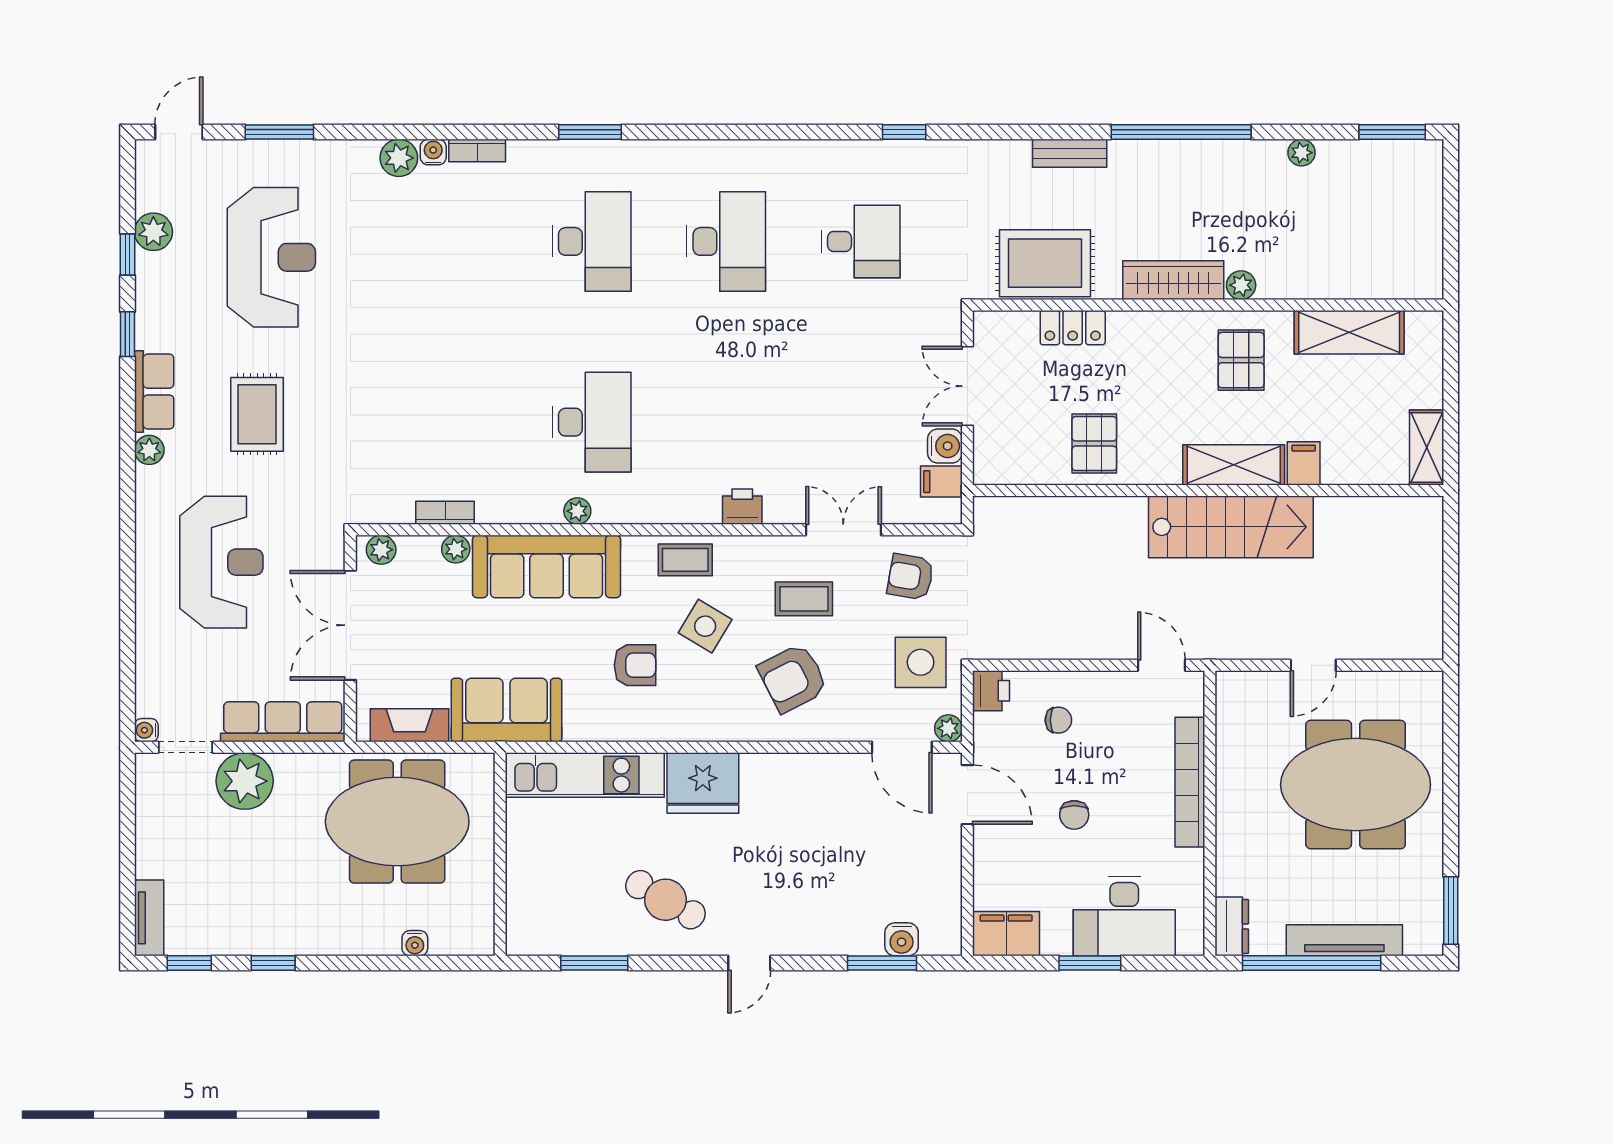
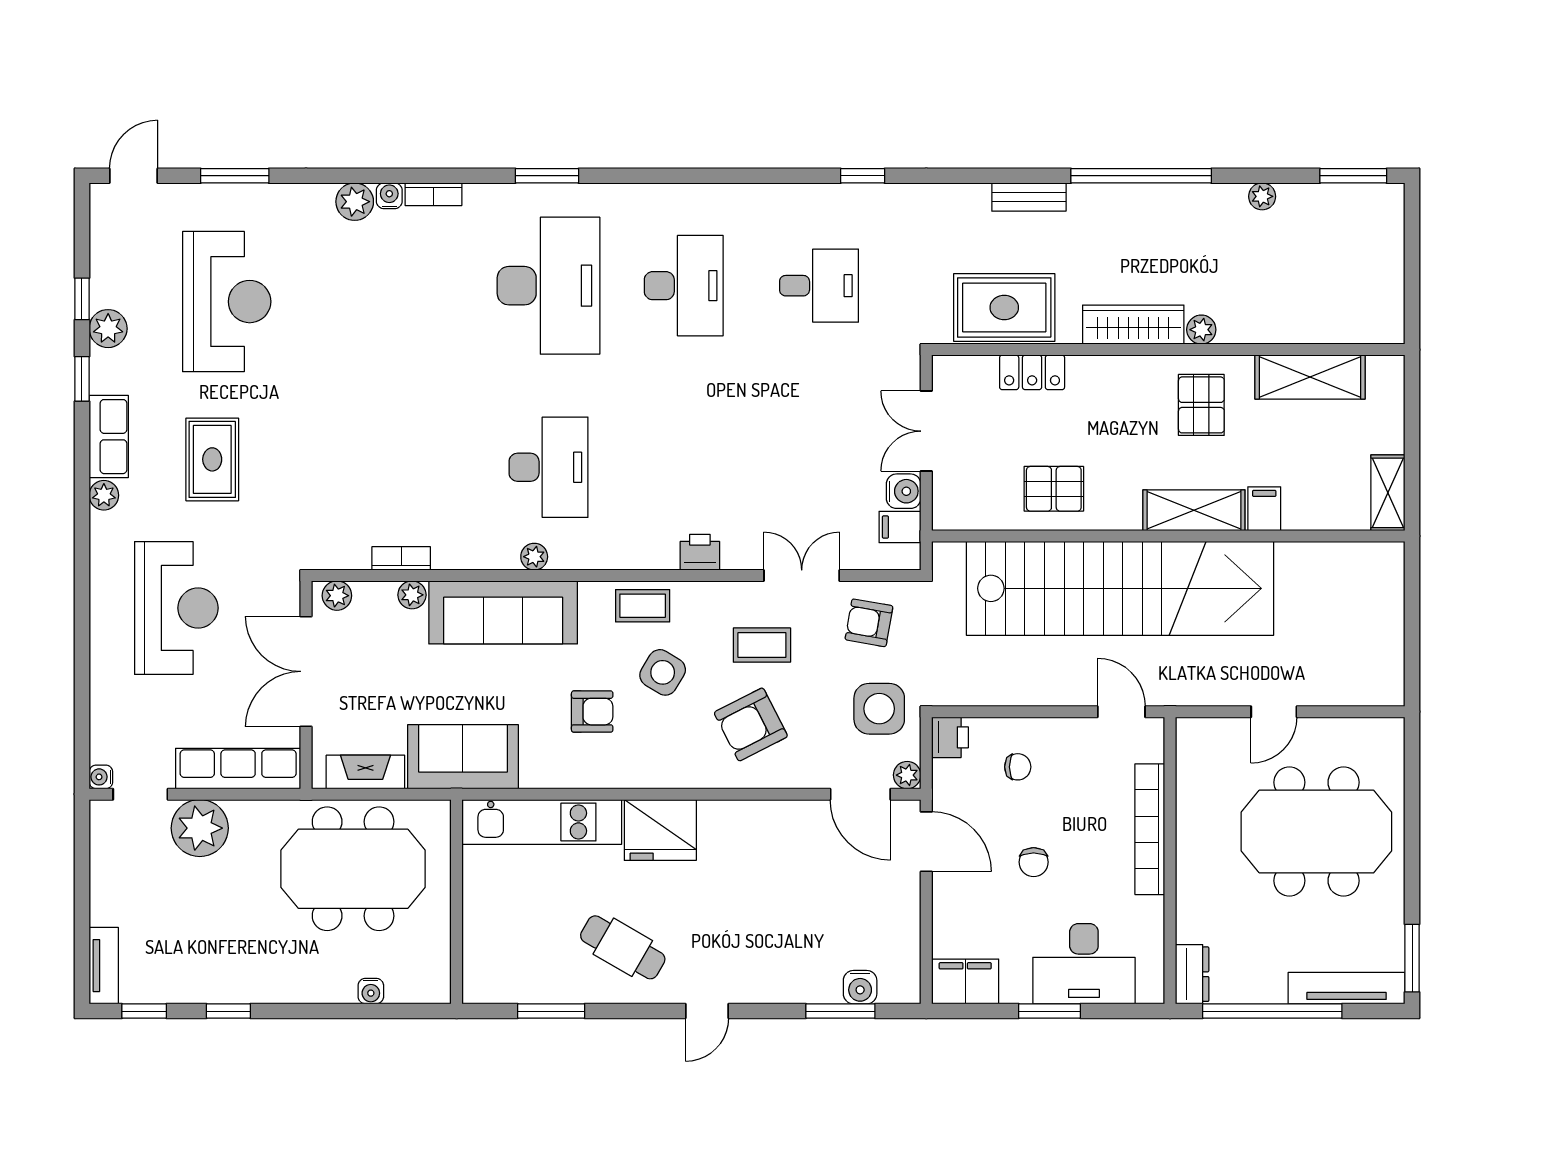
plant: (153, 232) -> (108, 329), moved
desk: (592, 241) -> (548, 286), width x1.36, depth x1.30
pallet: (1094, 444) -> (1054, 489), turned 90
stairs: (1231, 527) -> (1120, 588), width x1.86, depth x1.51
tv unit: (1344, 940) -> (1347, 988), moved

